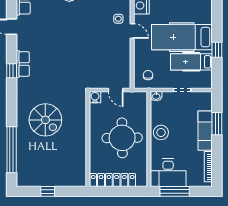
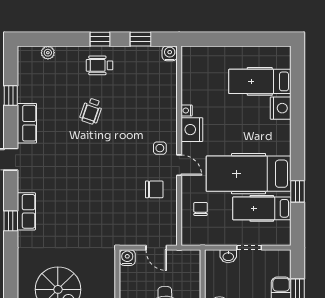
chair: (114, 48) -> (154, 189), added
chair: (148, 75) -> (201, 209), moved
washbasin: (156, 96) -> (228, 256), moved

